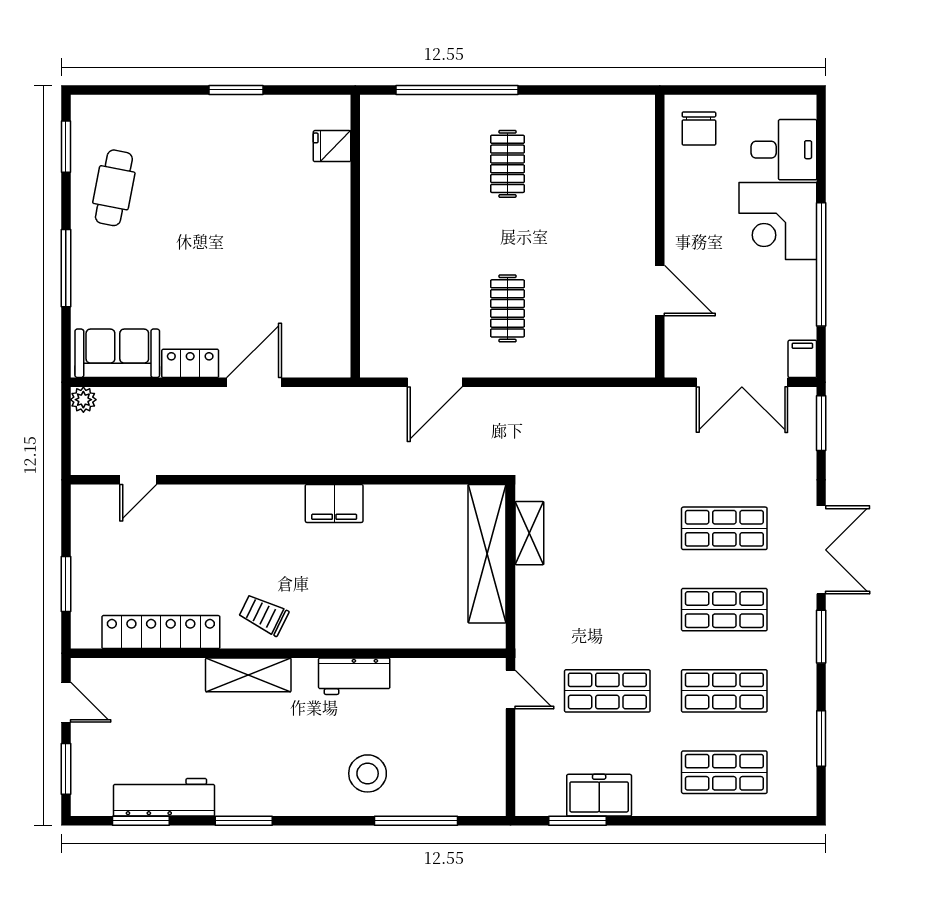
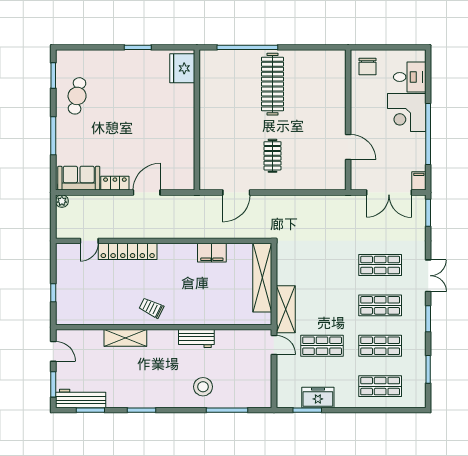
fridge: (332, 146) -> (182, 68), width x1.88, depth x1.34
clothes rail: (508, 164) -> (272, 84), width x1.86, depth x1.31
filing cabinet: (334, 503) -> (212, 253), moved
shelving: (529, 533) -> (286, 309), moved, width x1.50, depth x1.33
double door: (821, 550) -> (428, 276), width x0.73
window: (66, 584) -> (53, 293), width x0.67
locker: (161, 632) -> (128, 251), moved, turned 180
shelving: (248, 675) -> (125, 338), moved
workbench: (164, 797) -> (81, 399), moved

